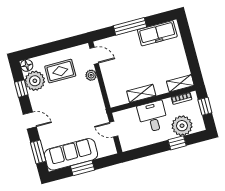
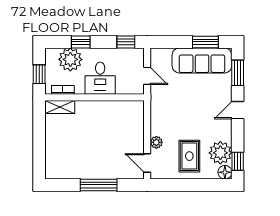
freezer: (157, 33) -> (70, 169), removed
rug: (60, 71) -> (189, 156), turned 90
window: (21, 89) -> (238, 161), moved
shelving: (141, 93) -> (106, 107), removed
door: (30, 121) -> (238, 110), hinge flipped
window: (139, 153) -> (126, 42), added
window: (82, 168) -> (205, 42), moved

